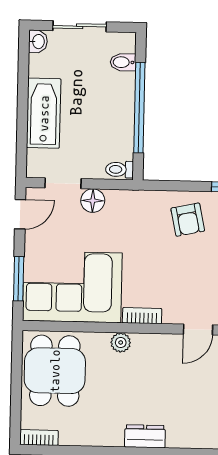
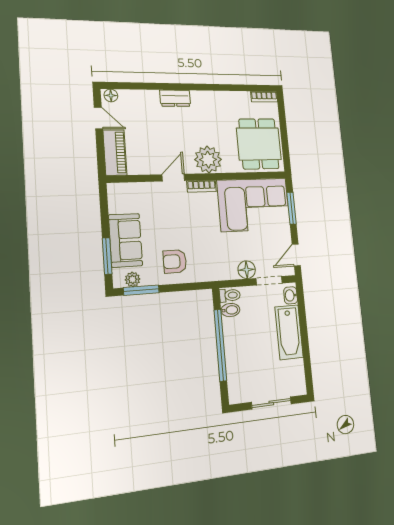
washbasin: (38, 42) -> (291, 295), moved
bidet: (123, 62) -> (230, 310), moved
armchair: (188, 220) -> (175, 261), turned -78
door: (198, 329) -> (173, 178), moved
plant: (121, 343) -> (208, 160), width x1.87, depth x1.87
dresser: (145, 436) -> (175, 98), moved

